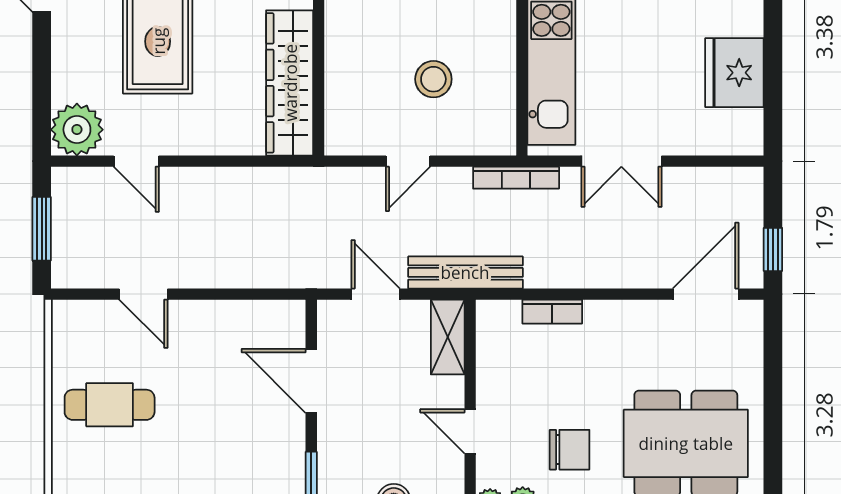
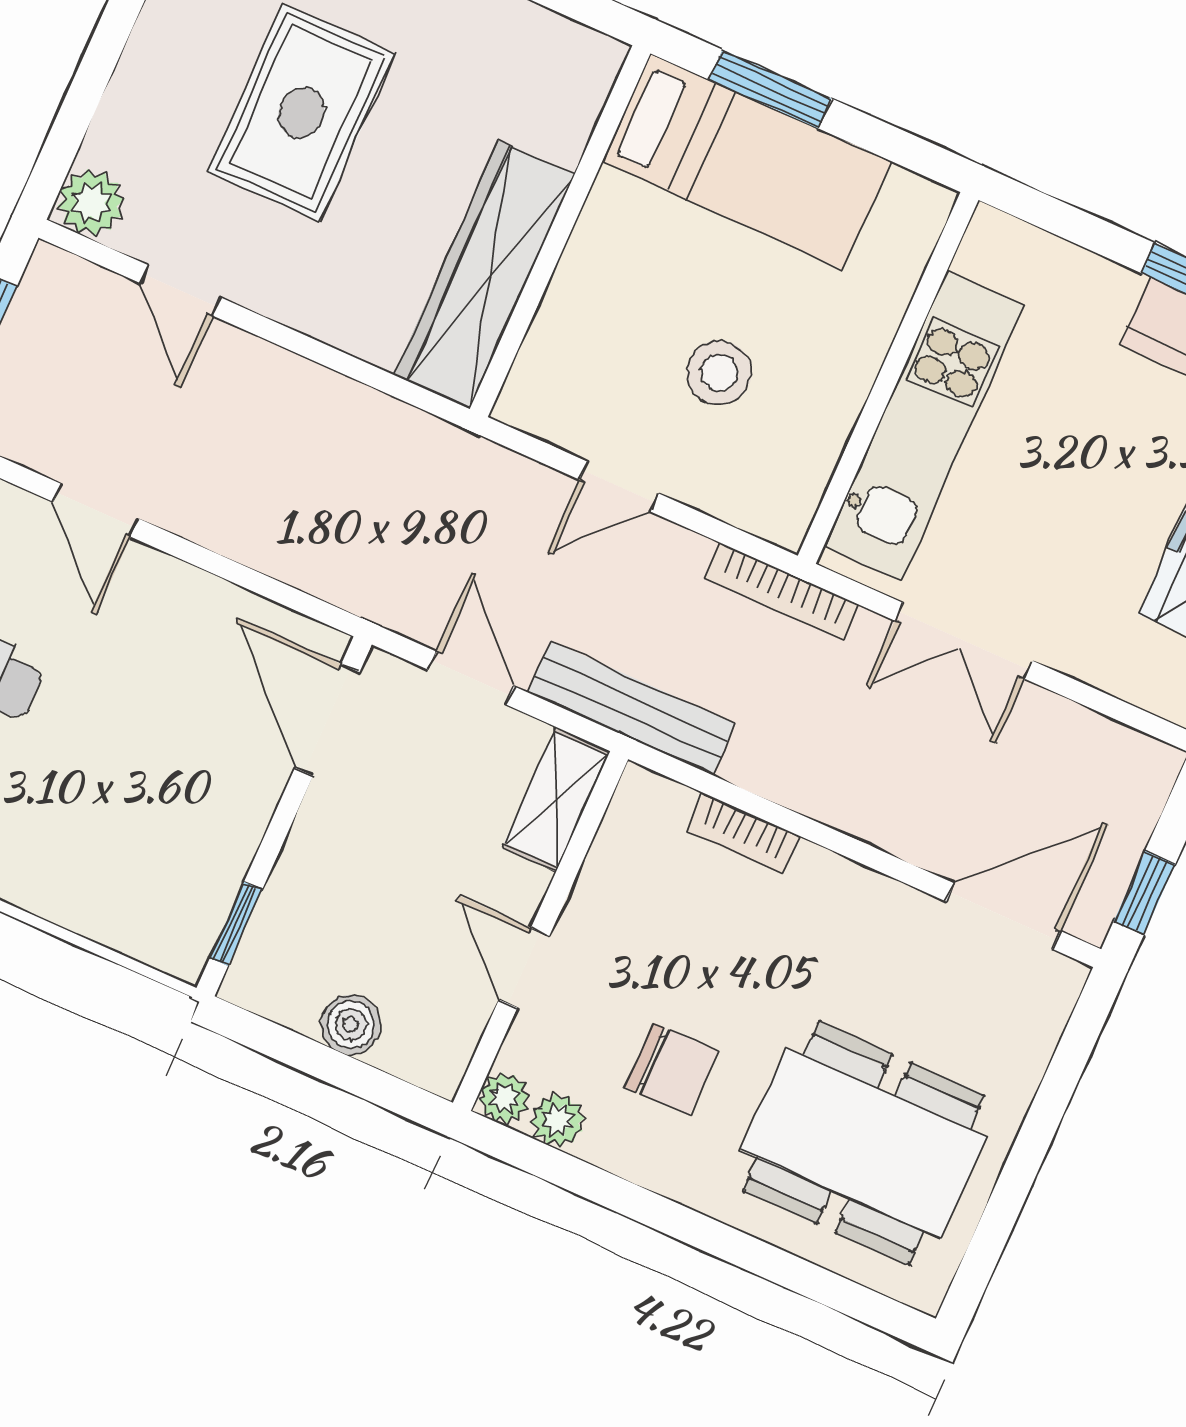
plant: (77, 130) -> (91, 203), width x0.73, depth x0.73
door: (311, 381) -> (327, 720), moved

